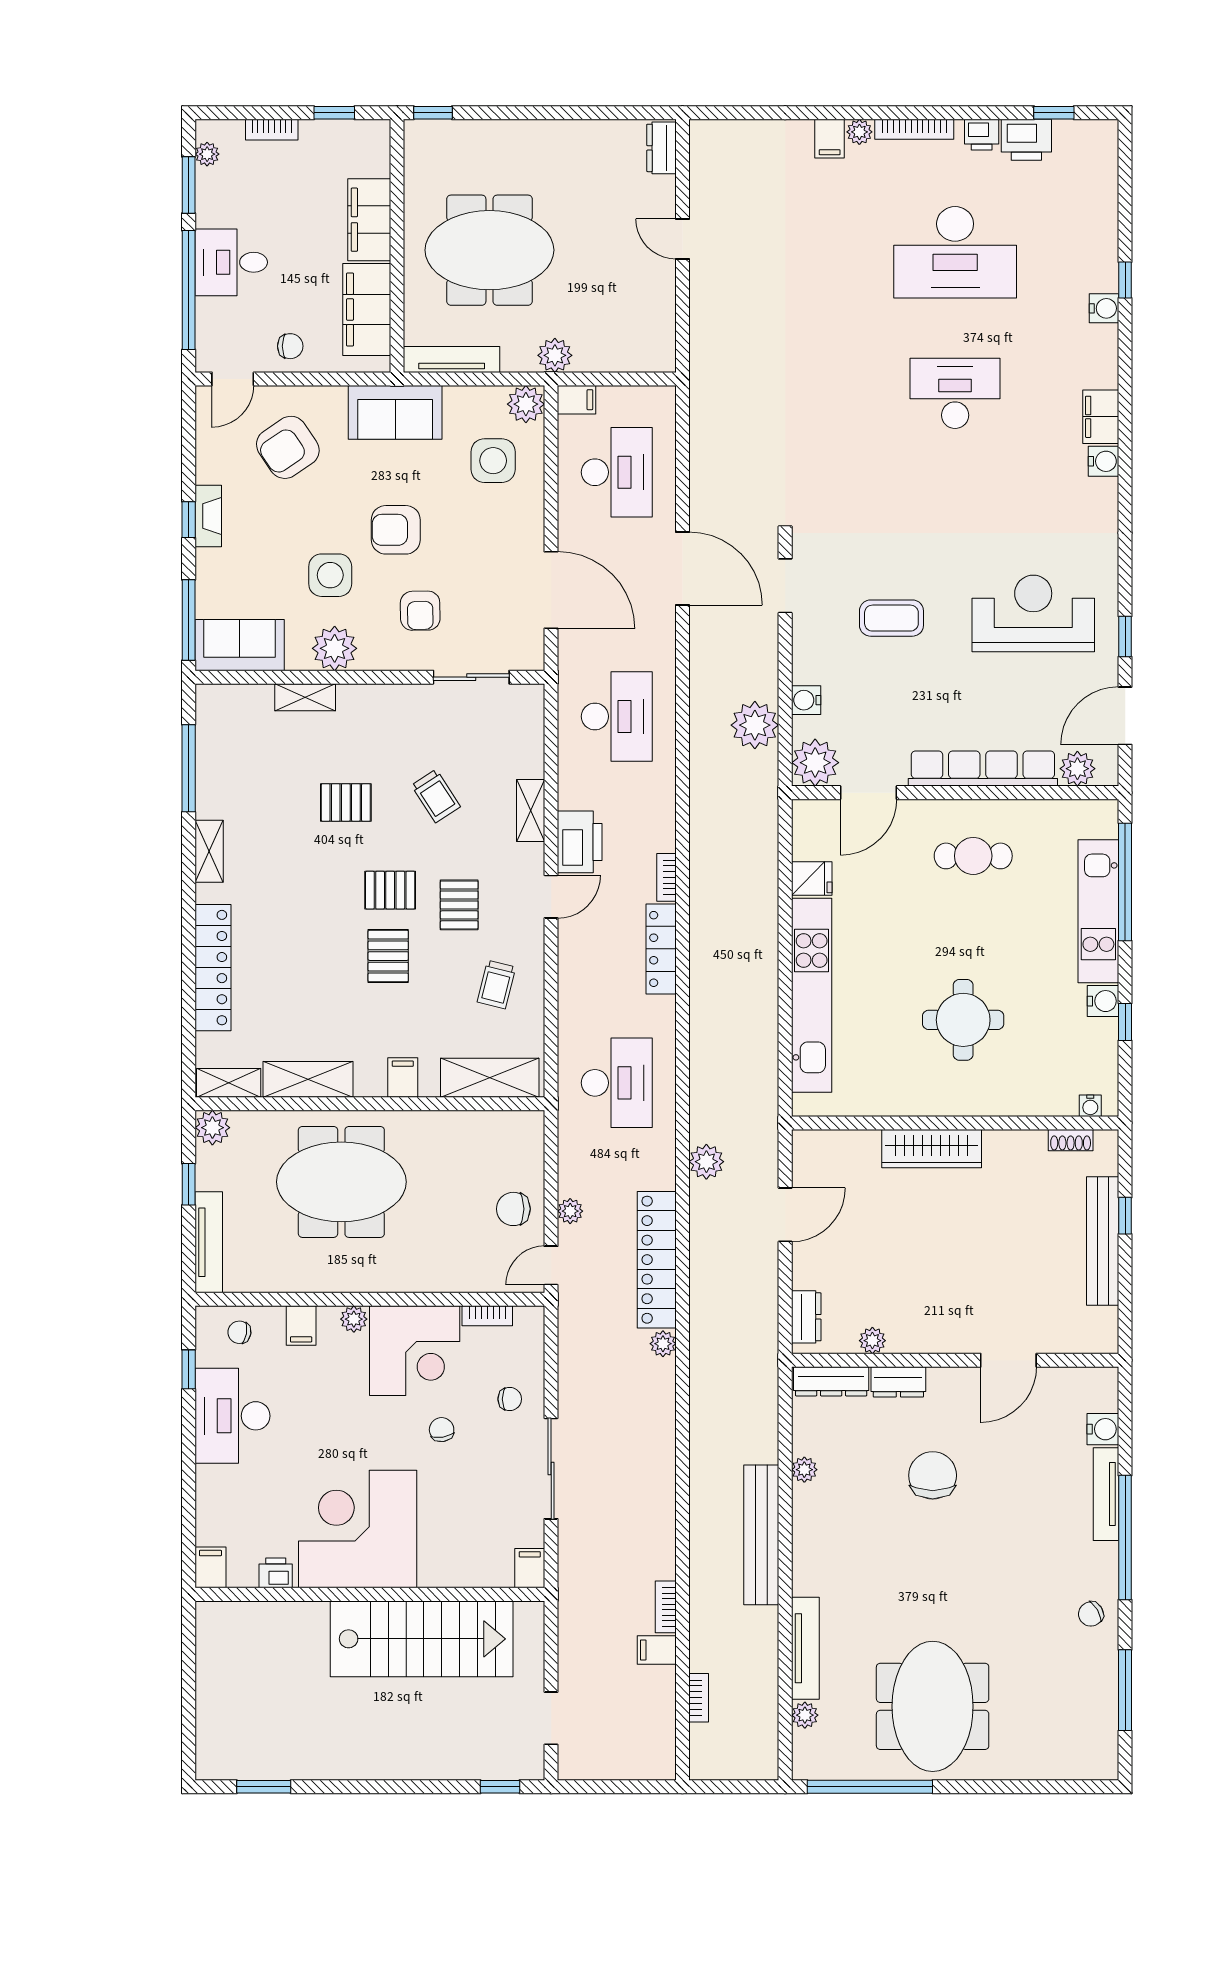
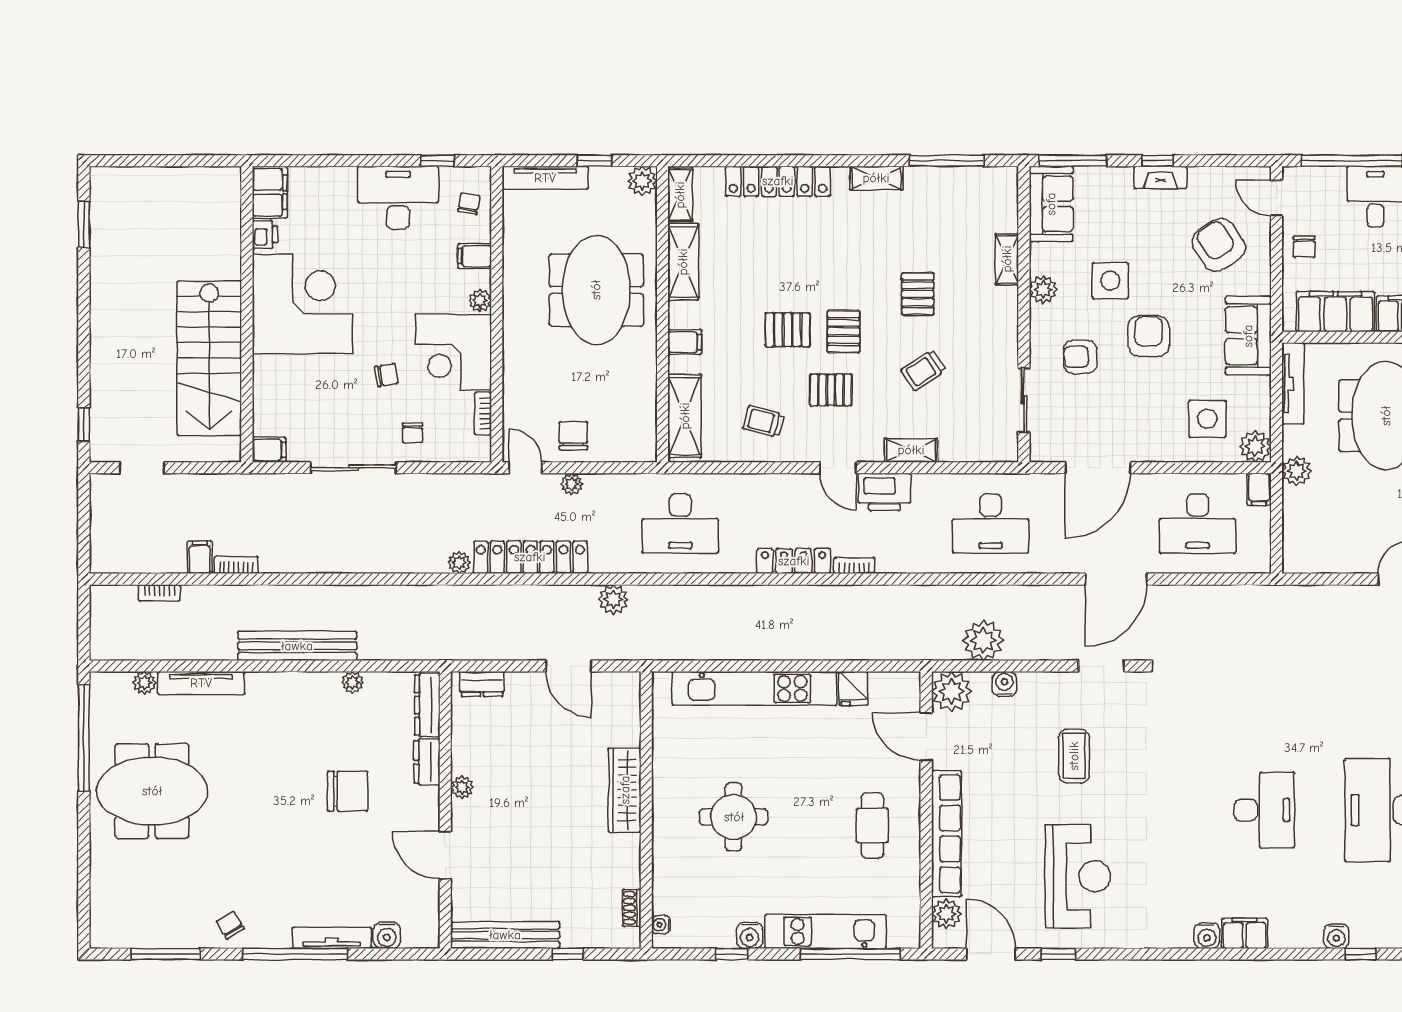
plant: (335, 648) -> (1043, 289), width x0.73, depth x0.73
bench: (1103, 1241) -> (505, 935), moved
plant: (872, 1341) -> (462, 787), moved
filing cabinet: (210, 1567) -> (270, 192), width x2.00

